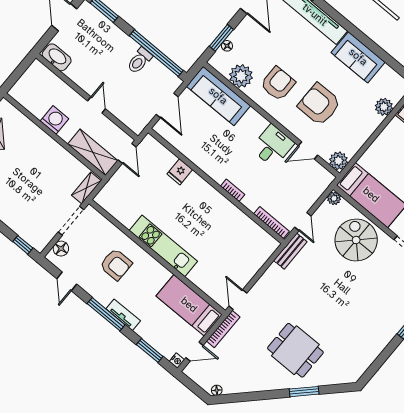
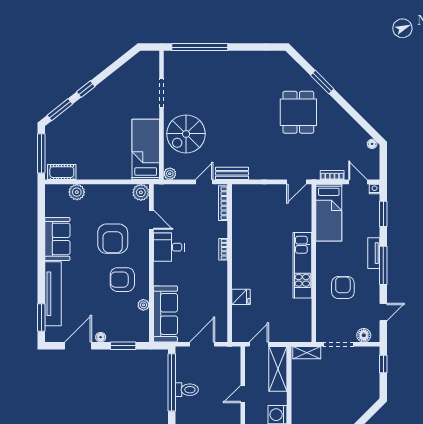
floor lamp: (227, 46) -> (101, 337), moved
plant: (241, 76) -> (143, 305), width x0.53, depth x0.53
bookcase: (223, 329) -> (332, 175), width x0.64

